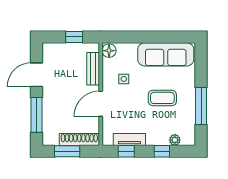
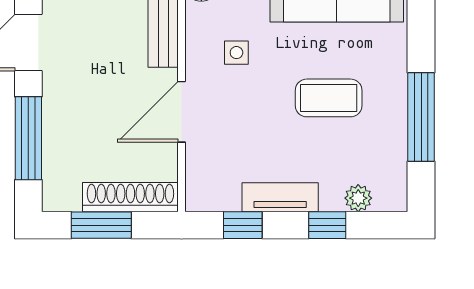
tv unit: (129, 140) -> (280, 197), moved

